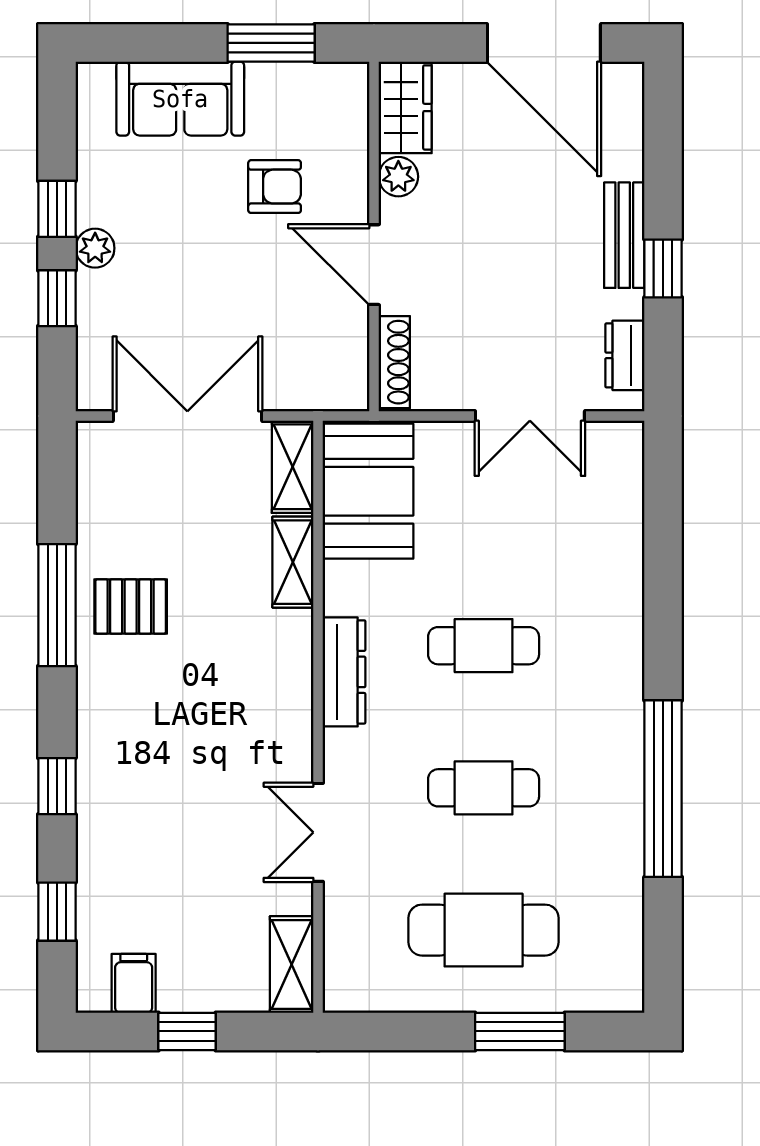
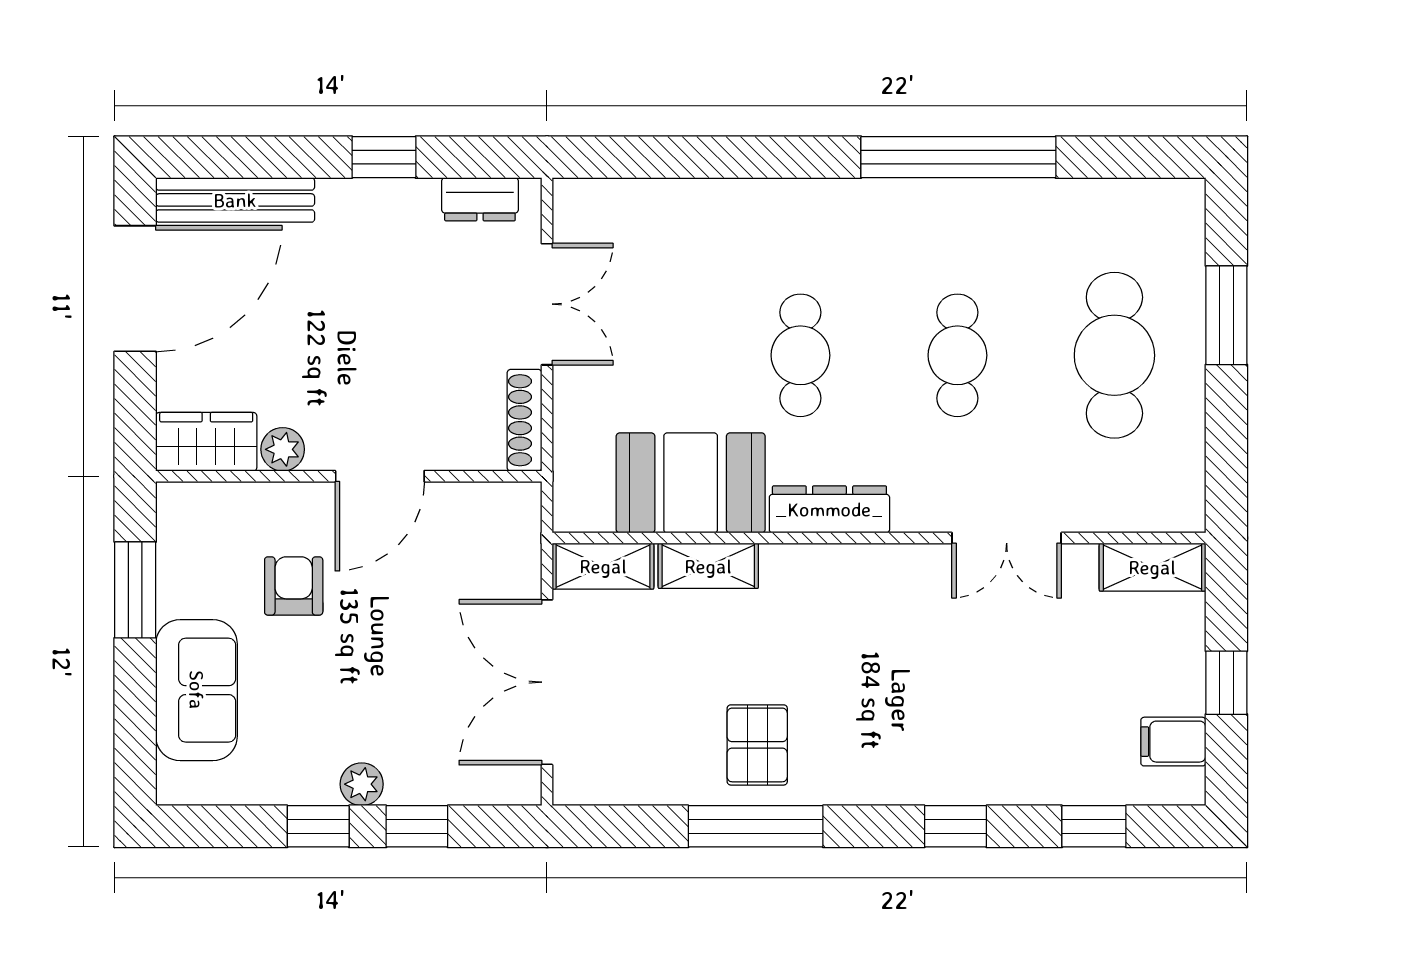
bench: (624, 235) -> (235, 200), moved, width x1.36
shoe rack: (394, 362) -> (524, 420), moved, turned -90
booth: (368, 491) -> (691, 483), moved

